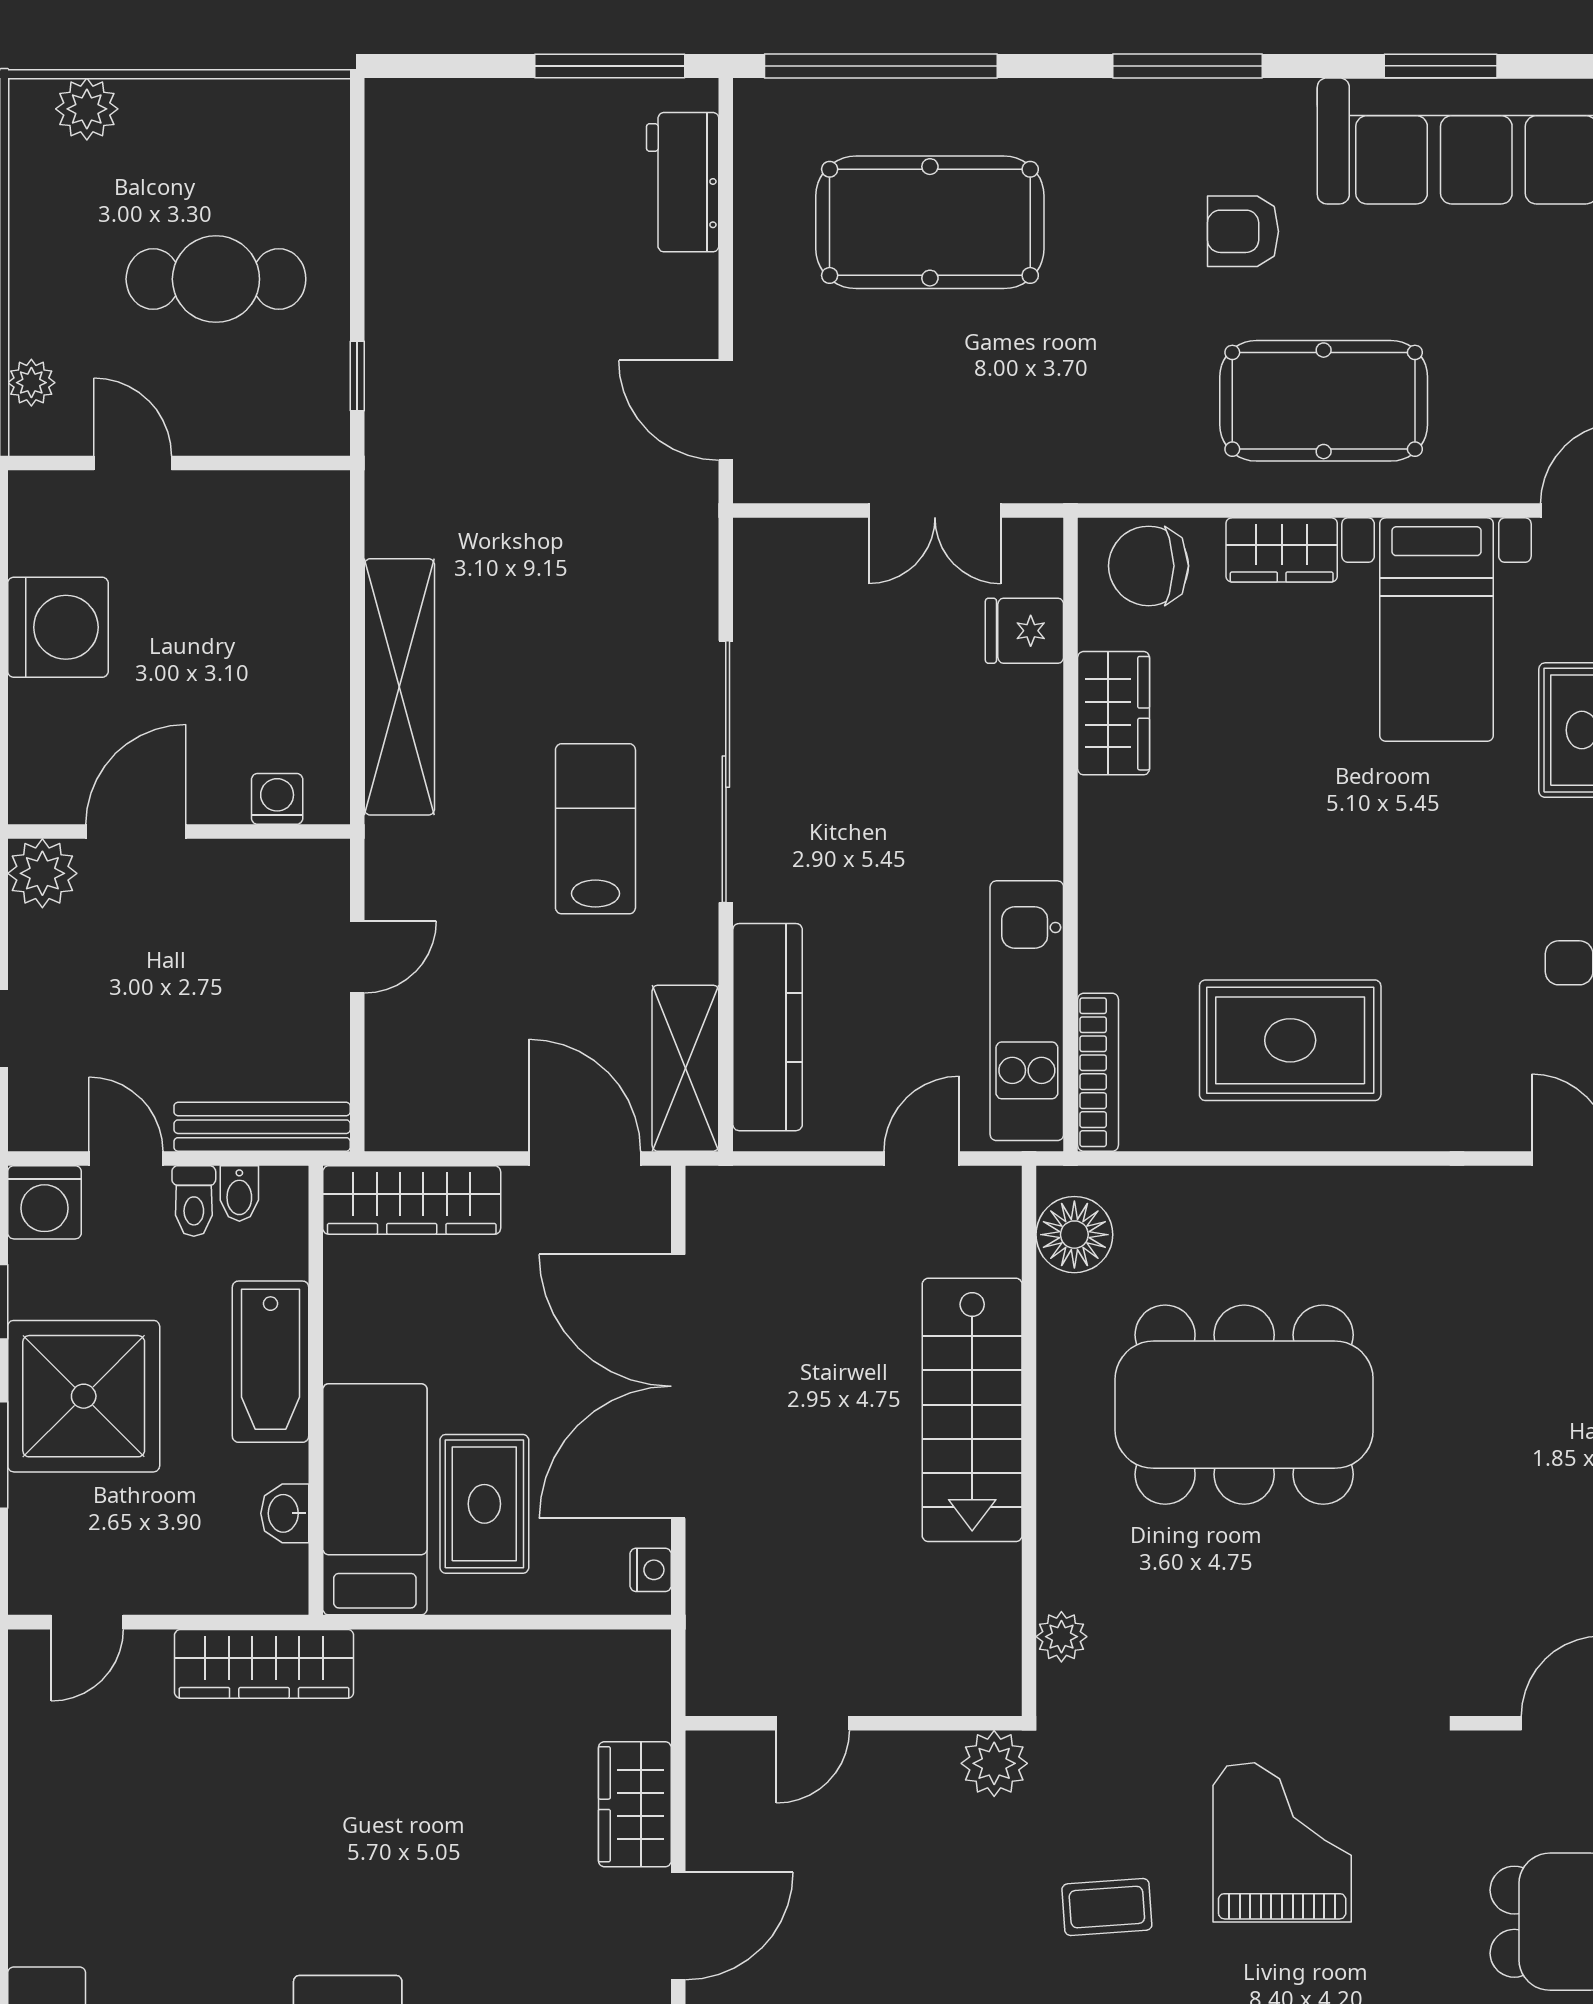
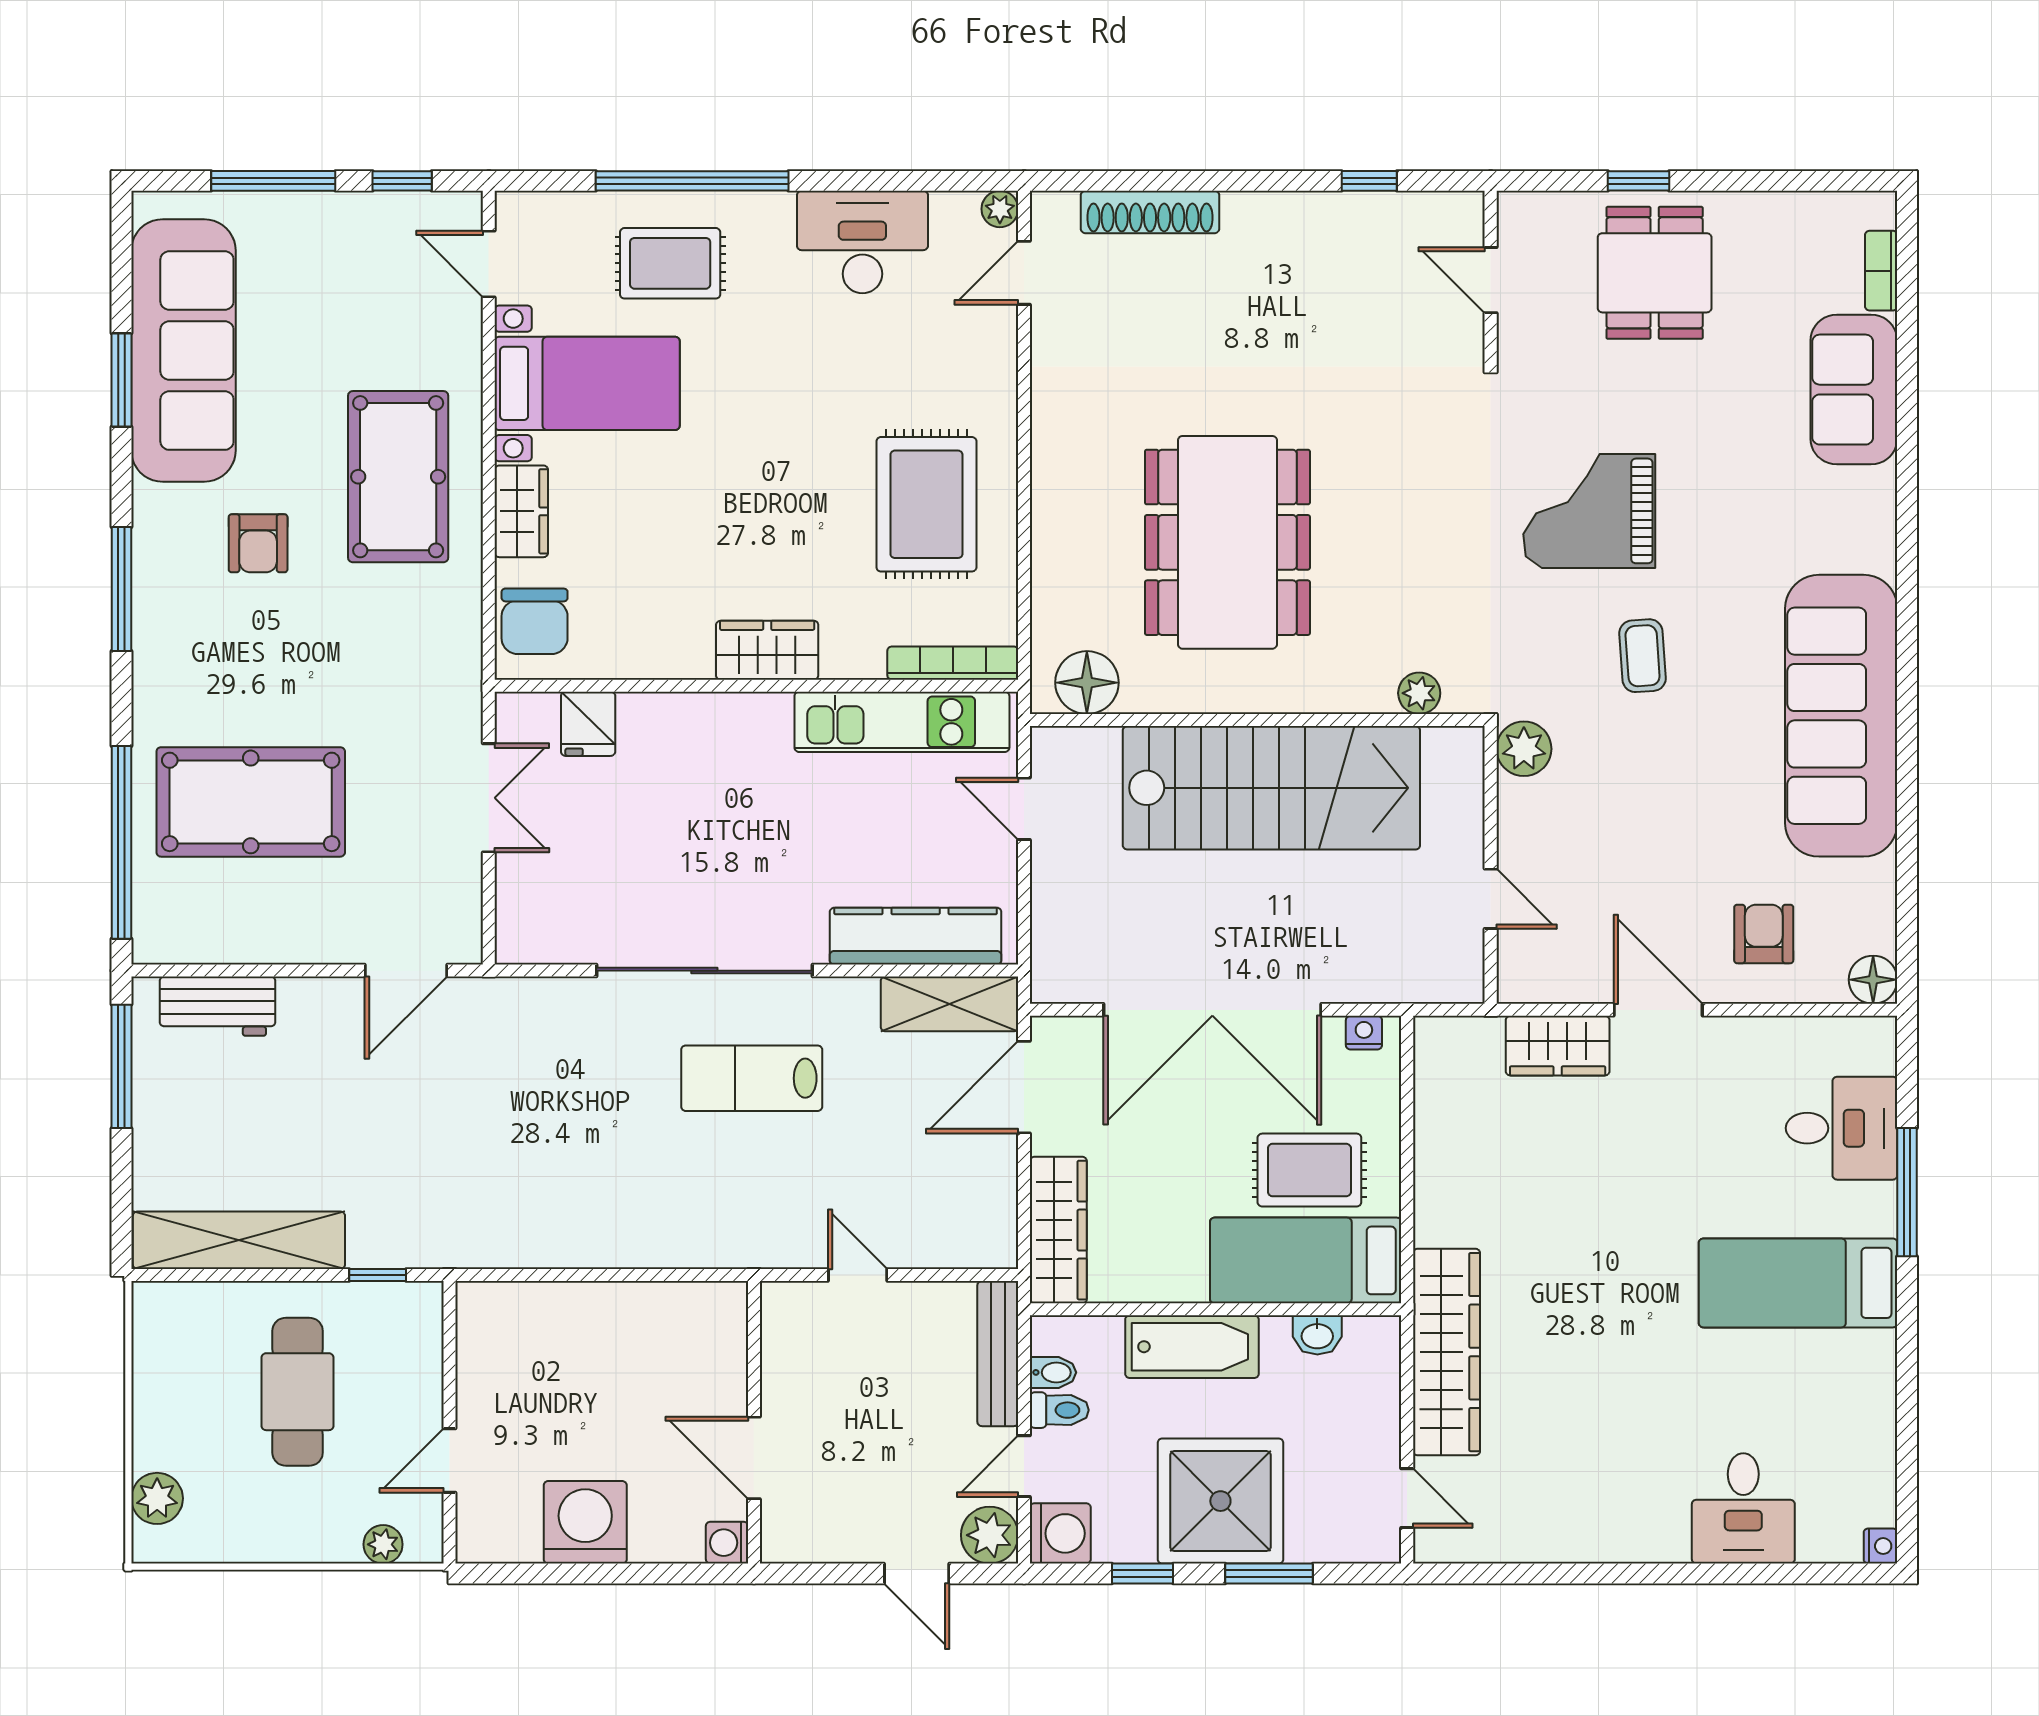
pool table: (930, 222) -> (251, 802), turned 90
shelving: (399, 687) -> (239, 1240), moved
wardrobe: (1114, 713) -> (767, 650), moved
washing machine: (277, 799) -> (727, 1543), moved
plant: (42, 873) -> (990, 1535), moved
stairs: (972, 1410) -> (1271, 788), width x1.36, depth x1.51
wardrobe: (264, 1664) -> (1447, 1352), width x1.40, depth x1.17

